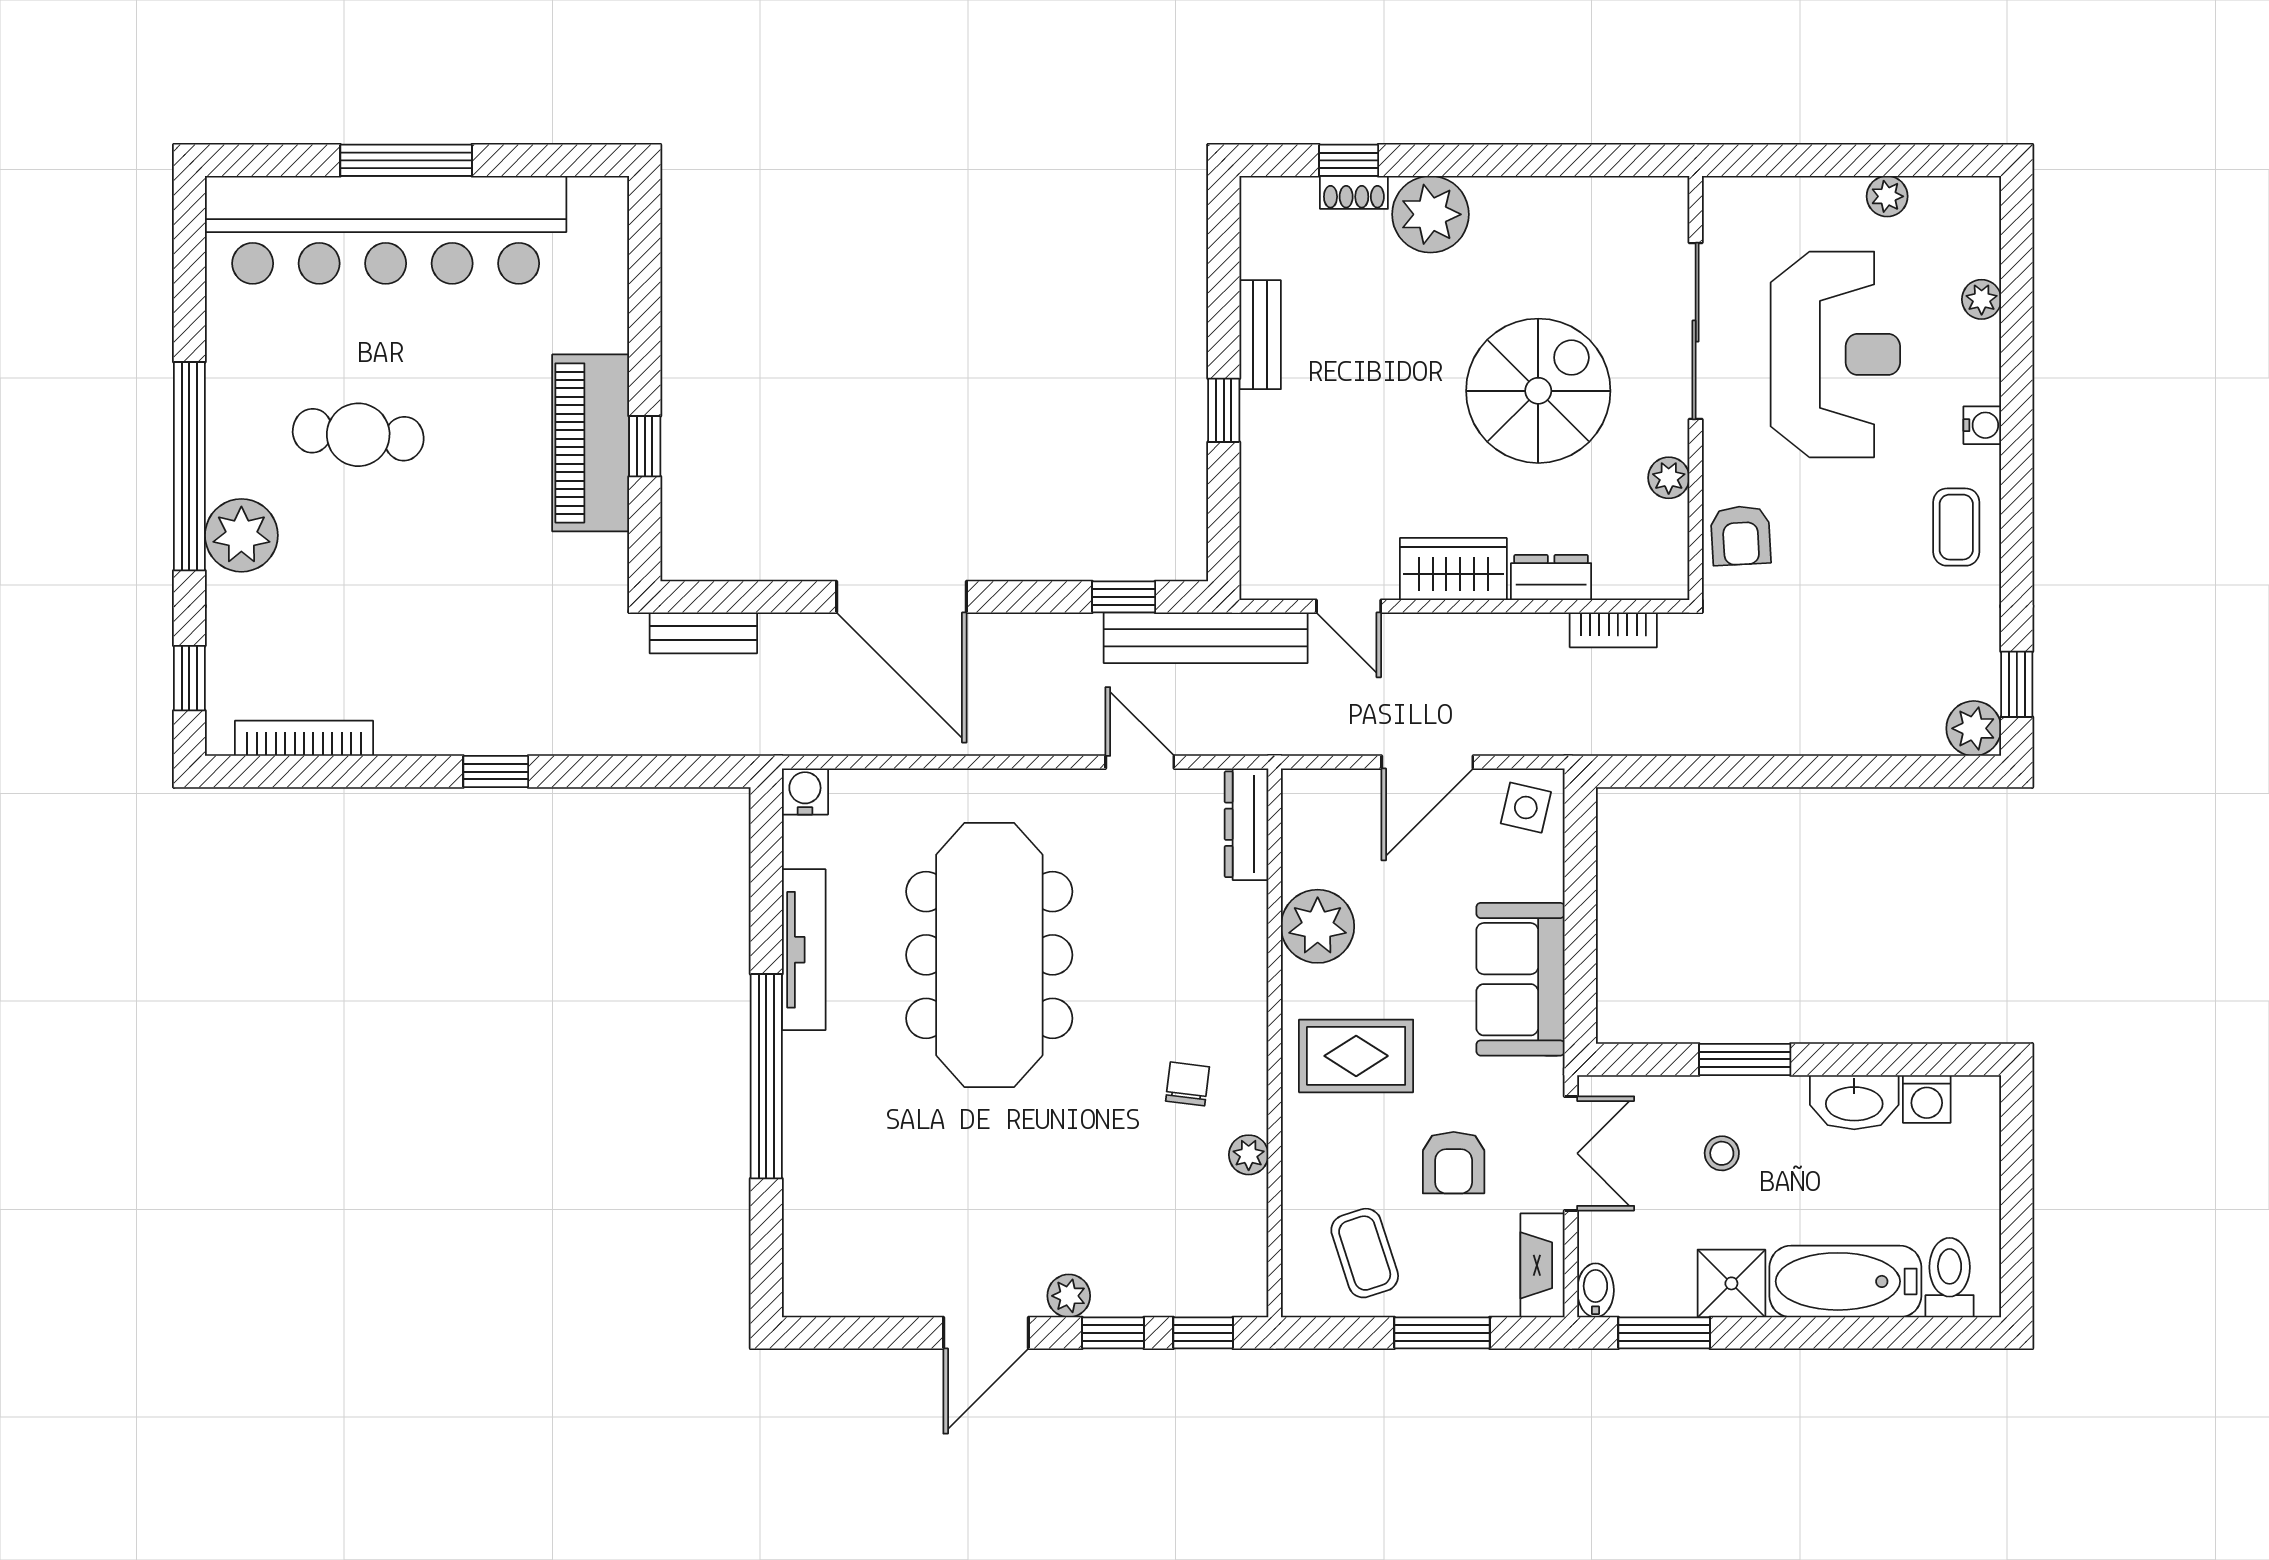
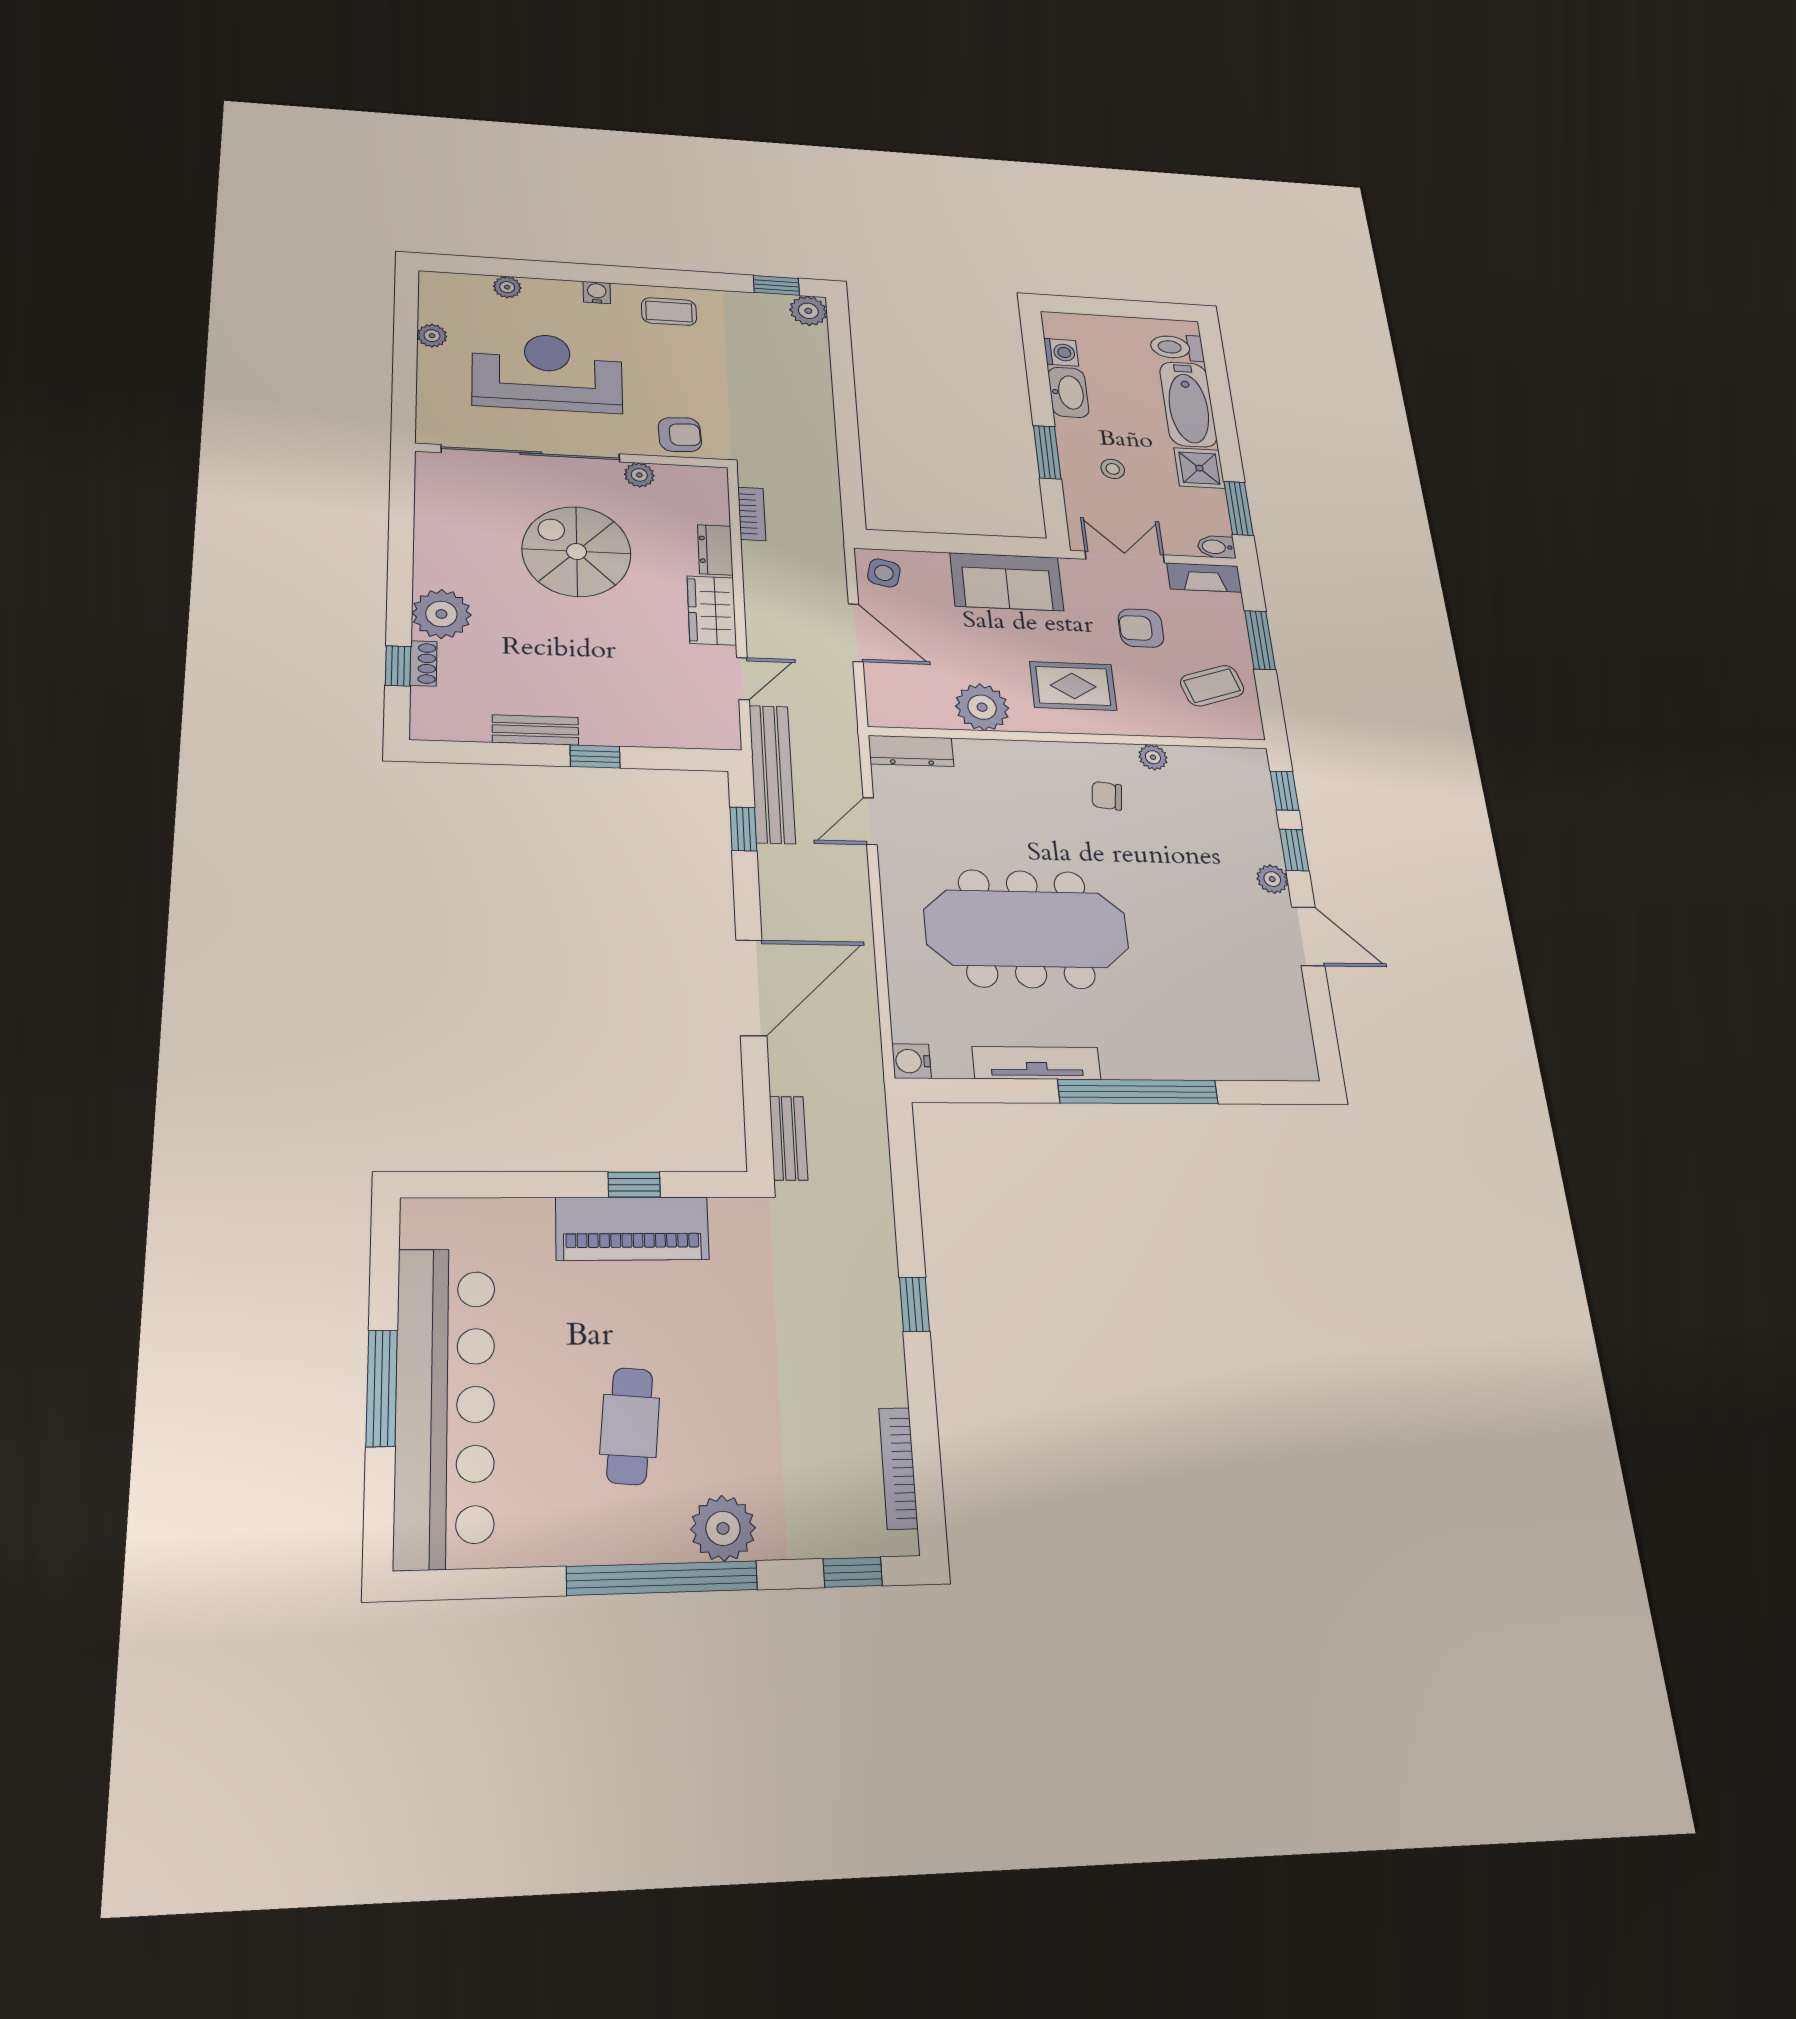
sliding door: (1696, 331) -> (531, 453), width x1.36
rug: (1356, 1056) -> (1073, 686), turned 90
armchair: (1454, 1163) -> (1141, 628), turned 180

